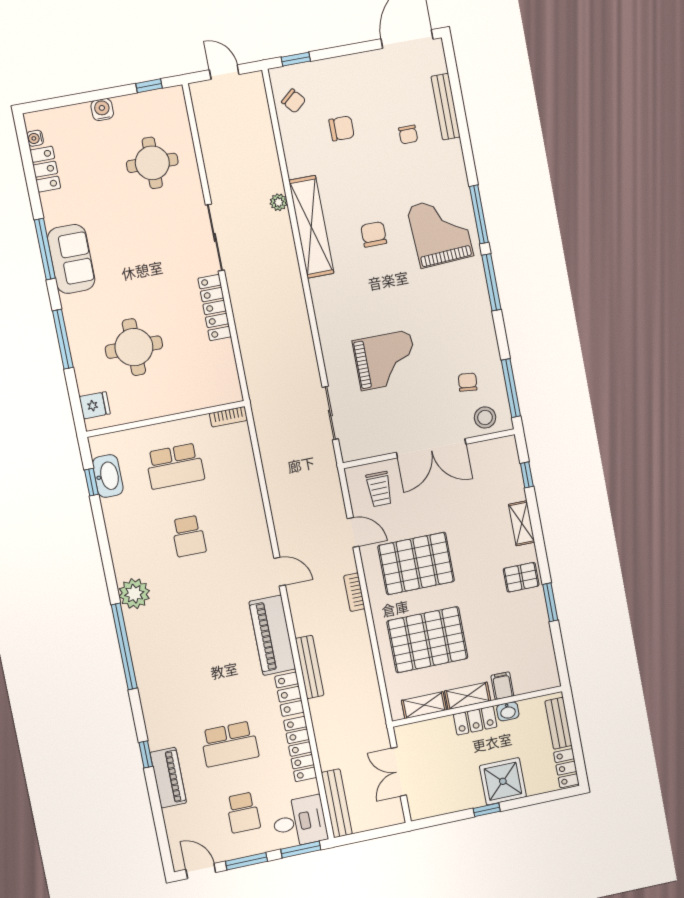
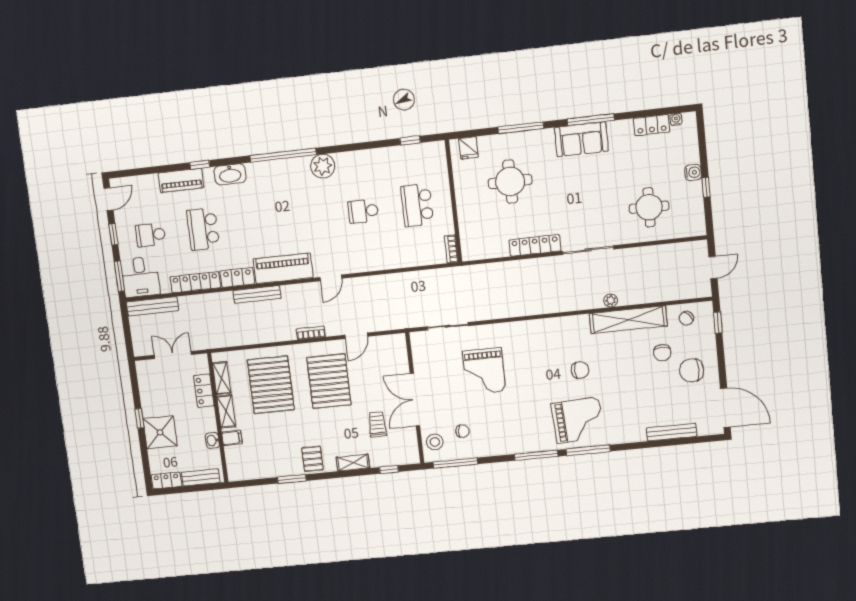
window: (149, 86) -> (706, 187), moved
chair: (408, 135) -> (692, 370), moved, width x1.87, depth x1.87
shelving: (311, 227) -> (628, 320), moved
washbasin: (108, 476) -> (230, 174), moved
trolley: (379, 489) -> (377, 424), moved, turned 90
locker: (475, 721) -> (204, 391), moved
window: (246, 861) -> (113, 234), width x0.67

